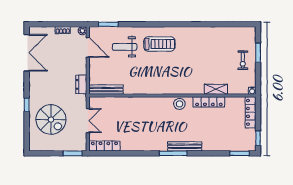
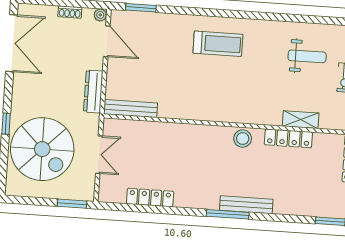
weight bench: (125, 47) -> (307, 56), moved, turned 180
dresser: (81, 84) -> (93, 91), width x1.44
spiral stairs: (51, 120) -> (42, 149), width x1.37, depth x1.37
locker: (104, 146) -> (150, 198), moved

